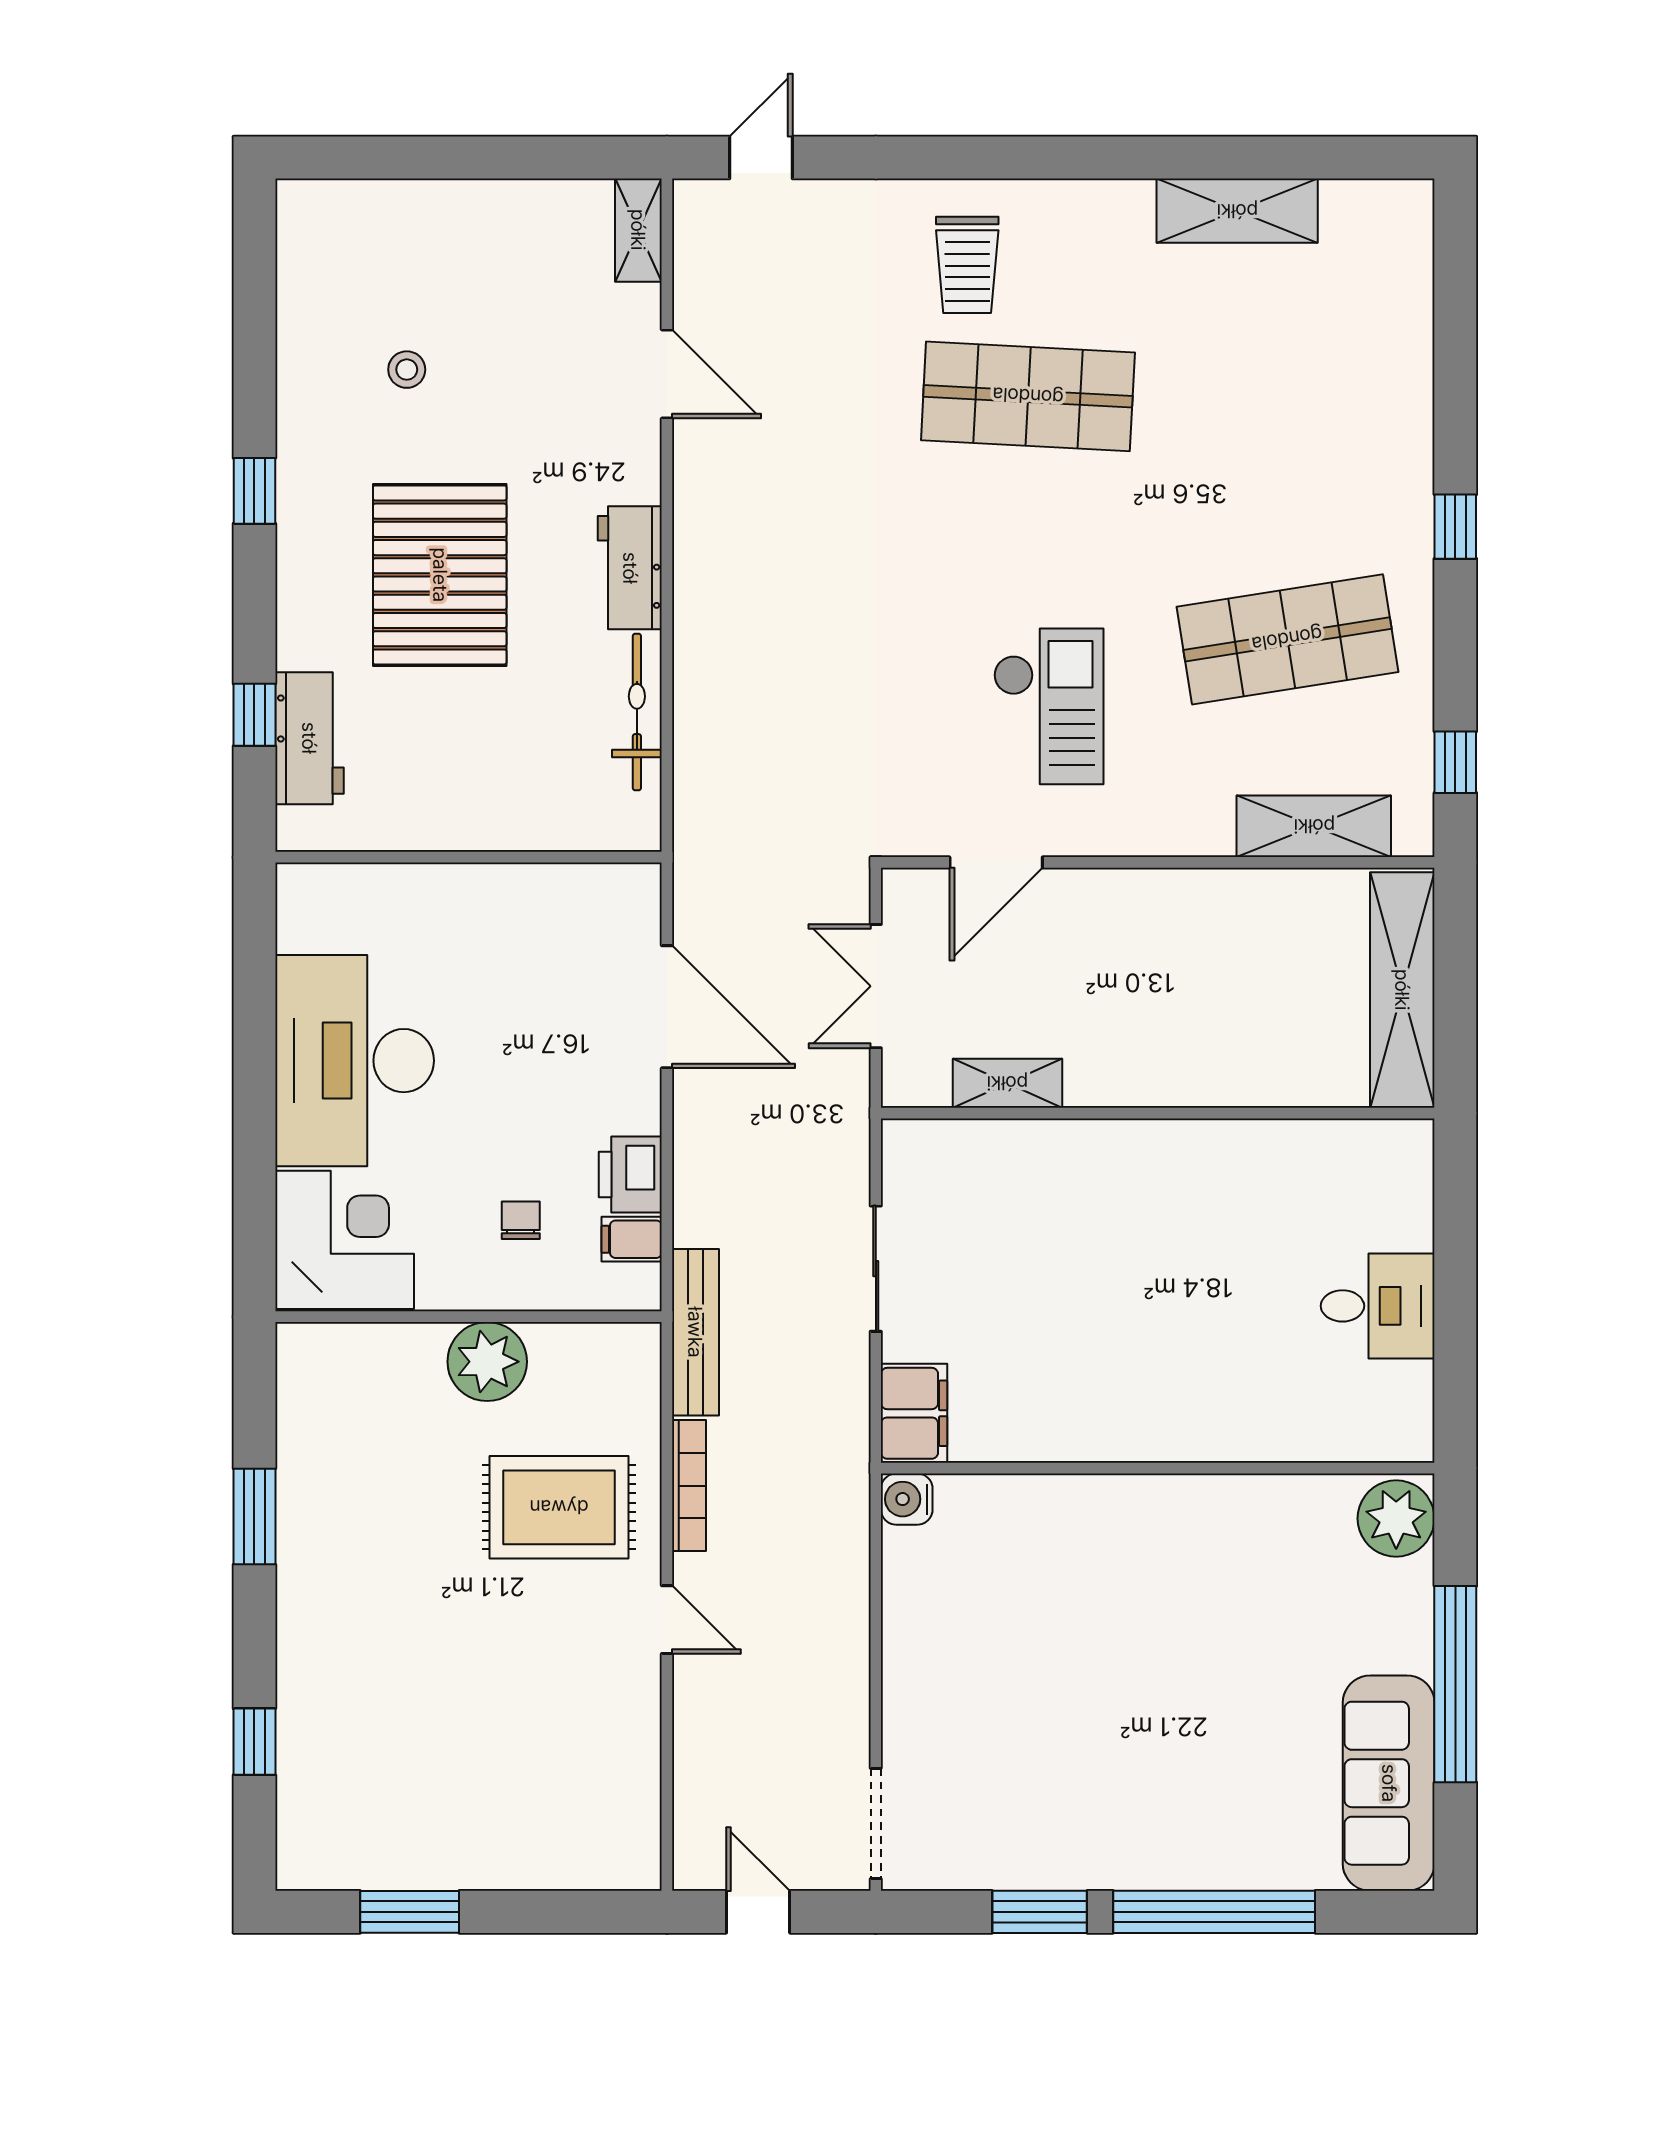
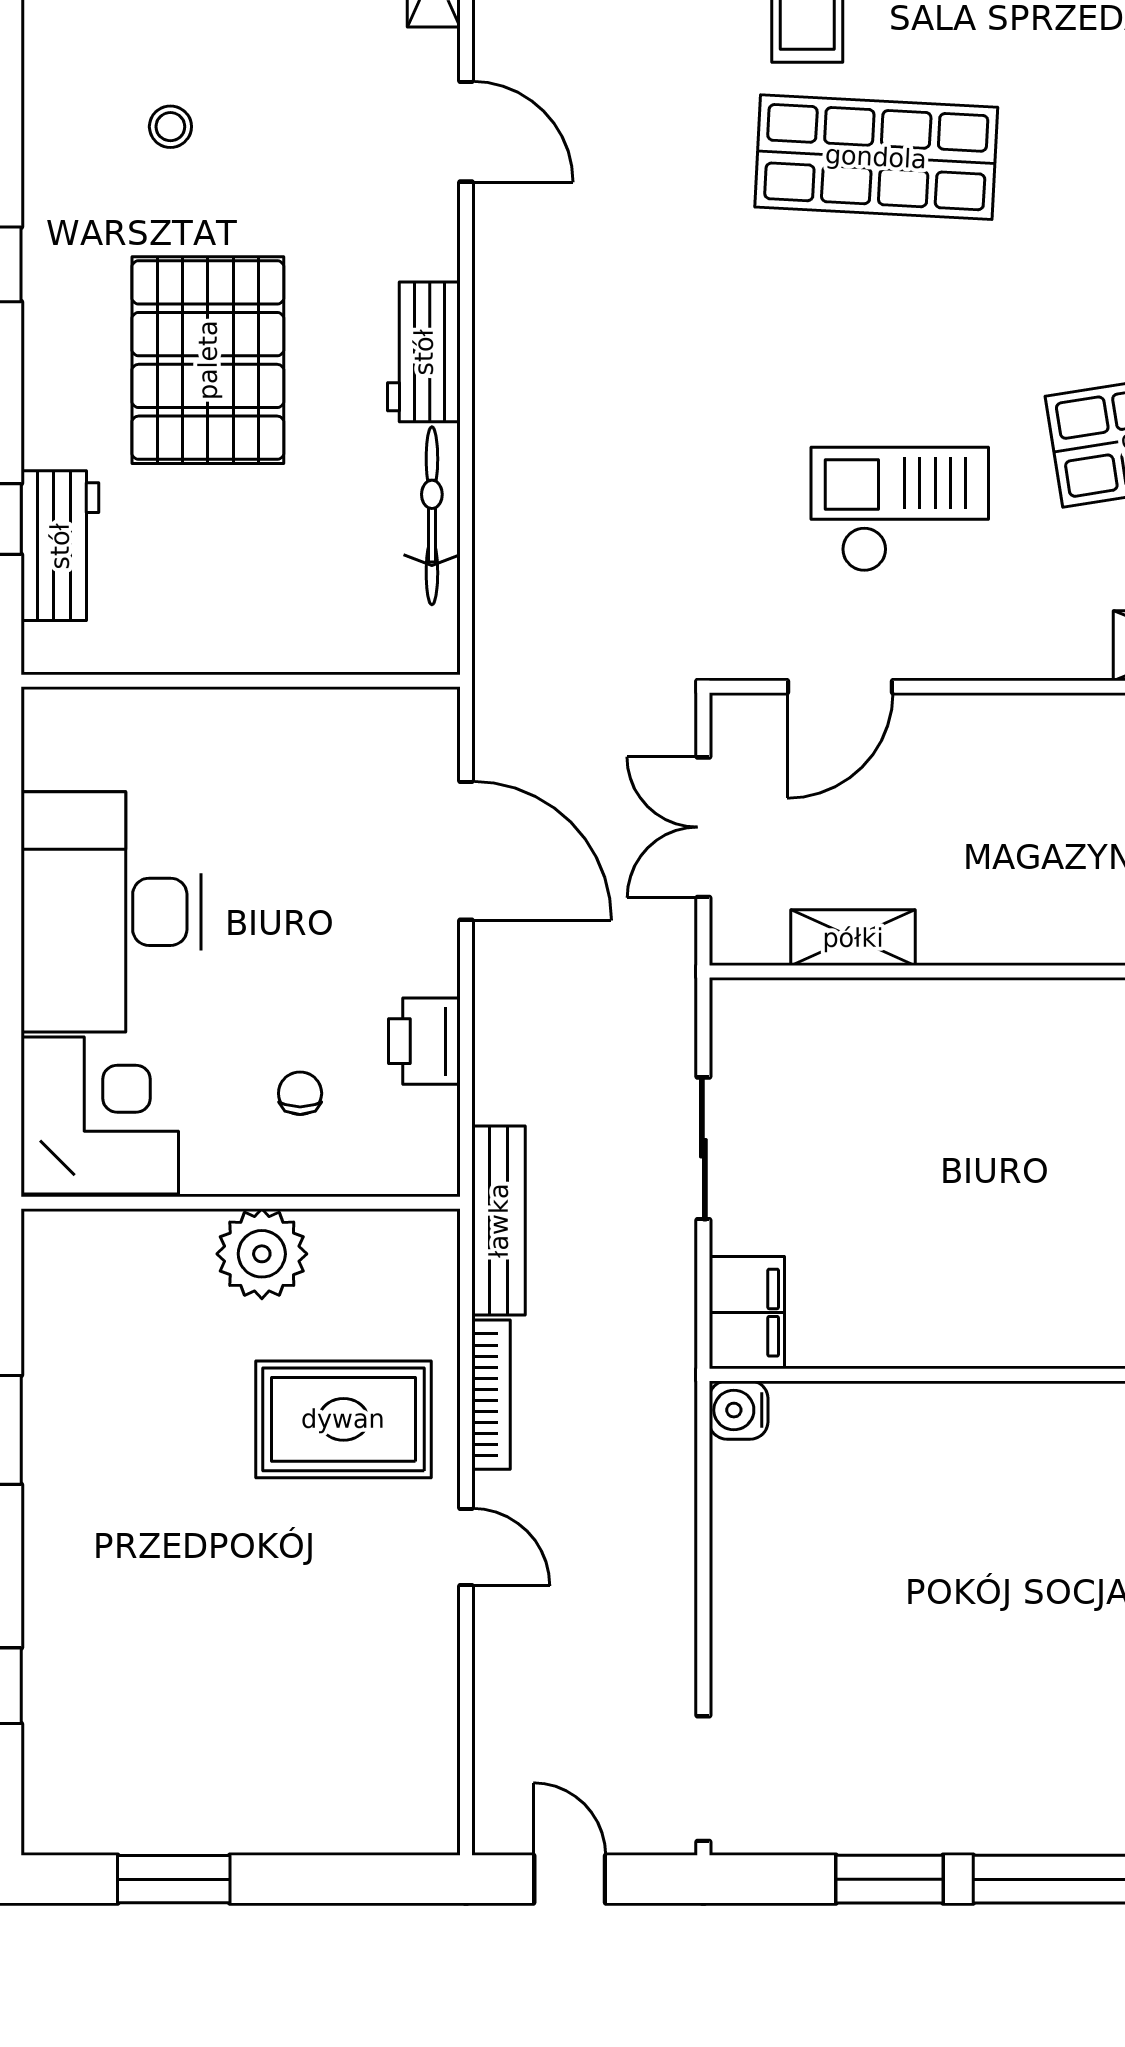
checkout: (1049, 706) -> (900, 509), turned -90
filing cabinet: (632, 1239) -> (426, 1115), removed

